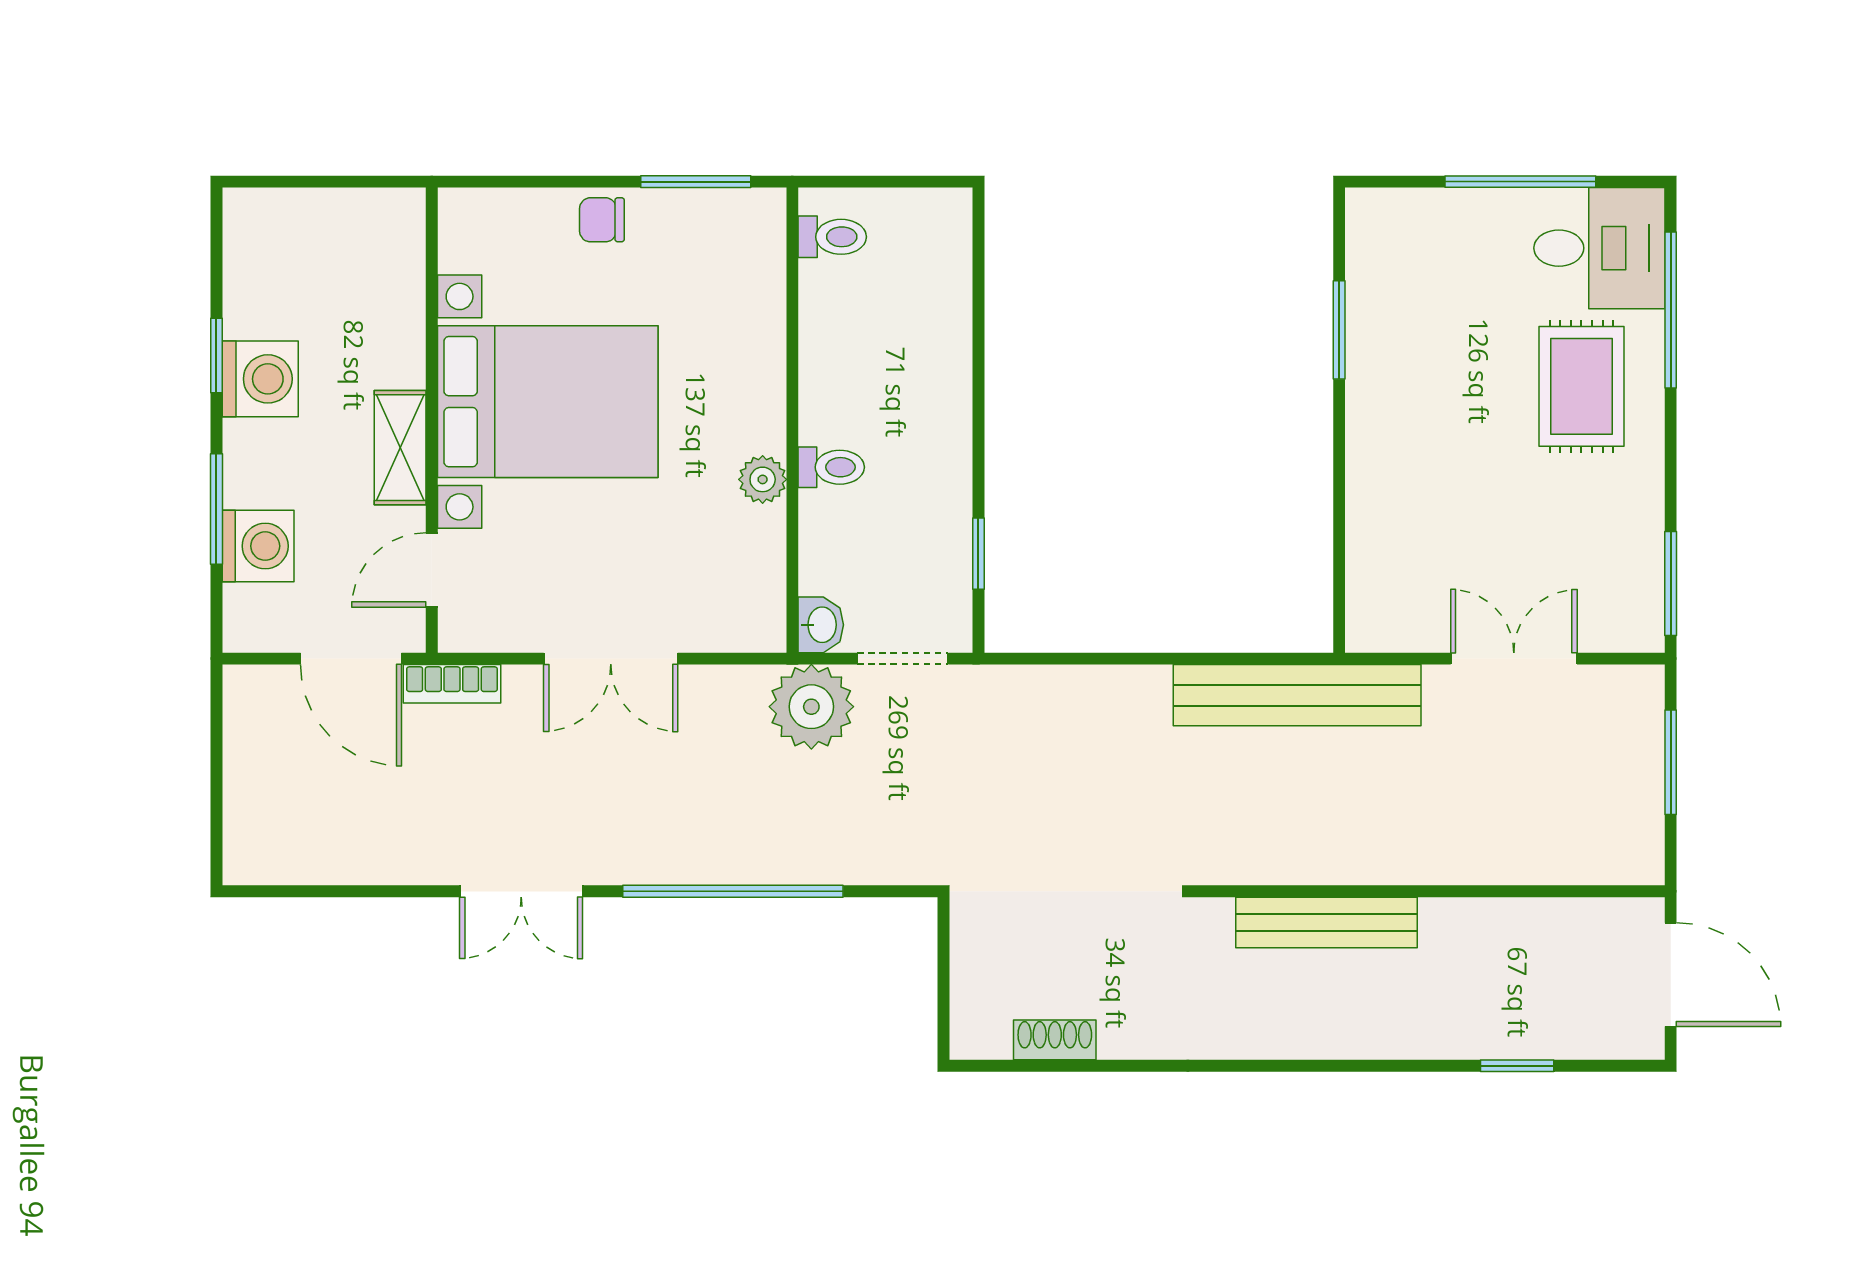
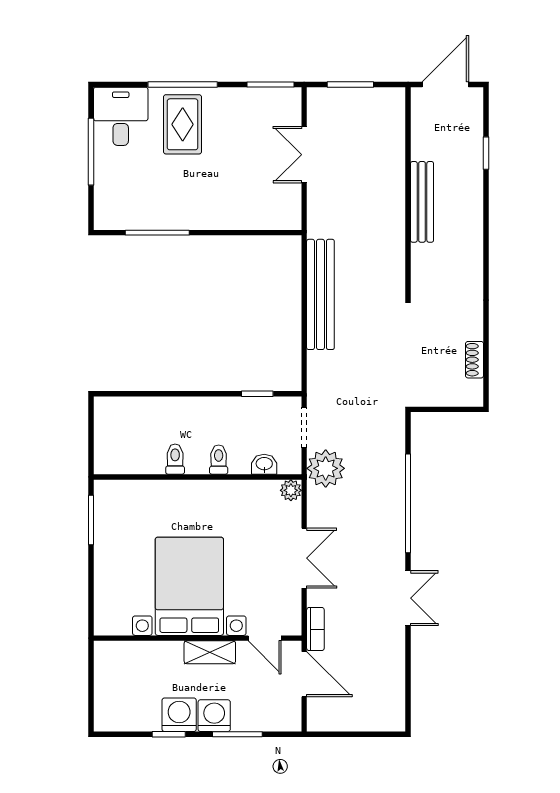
chair: (602, 220) -> (108, 562), removed
toilet: (832, 237) -> (175, 459), moved
window: (1671, 310) -> (183, 84), moved
window: (1339, 330) -> (157, 233), width x1.44
rug: (1581, 386) -> (183, 124), turned 90
plant: (763, 479) -> (291, 490), moved
washing machine: (258, 546) -> (214, 716), moved
washbasin: (821, 625) -> (264, 464), moved
door: (351, 659) -> (304, 674), hinge flipped
bench: (1297, 695) -> (320, 294), moved
bench: (1327, 922) -> (422, 202), moved

